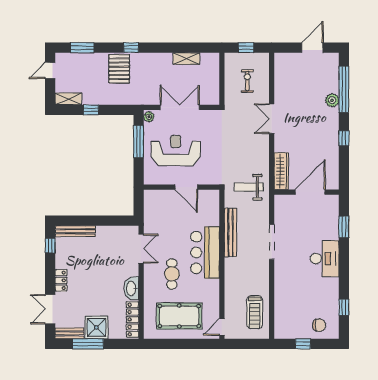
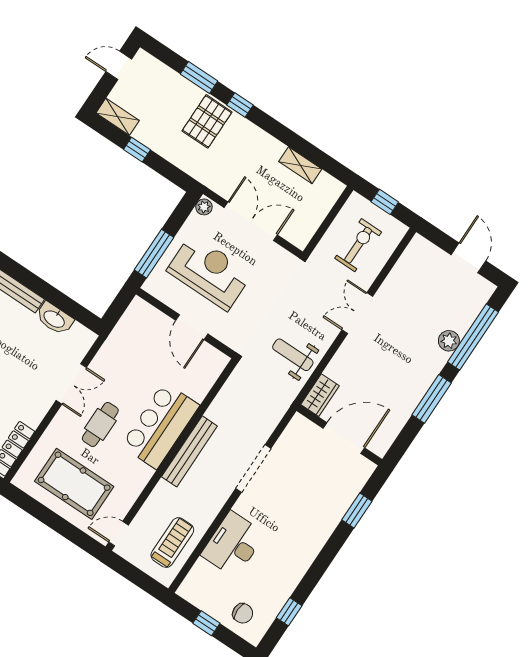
window: (82, 48) -> (199, 78), moved
door: (312, 48) -> (468, 258), hinge flipped
exercise bike: (247, 81) -> (358, 245), width x1.38, depth x1.39
window: (344, 138) -> (432, 399), width x2.17
window: (139, 142) -> (154, 254), moved
wardrobe: (281, 171) -> (320, 395), width x0.67
weight bench: (249, 187) -> (293, 355), moved
bench: (230, 232) -> (189, 451), moved
double door: (141, 249) -> (71, 384), moved
desk: (325, 259) -> (233, 544), moved, turned 180
washbasin: (131, 288) -> (54, 319), moved, turned -90
treadmill: (255, 312) -> (172, 543), turned 180

